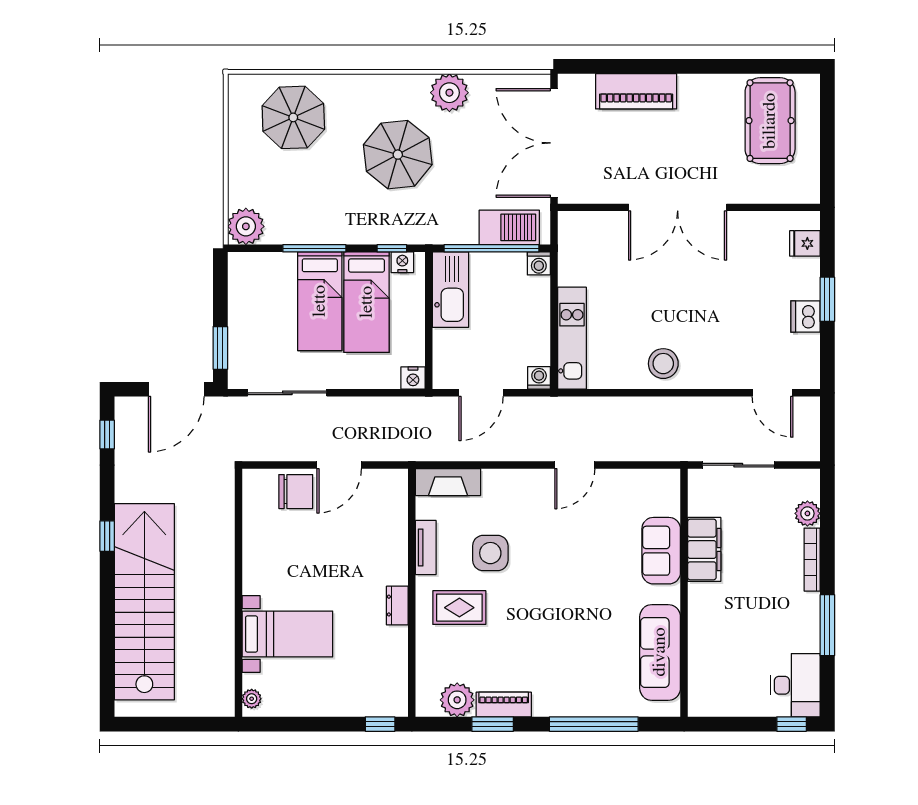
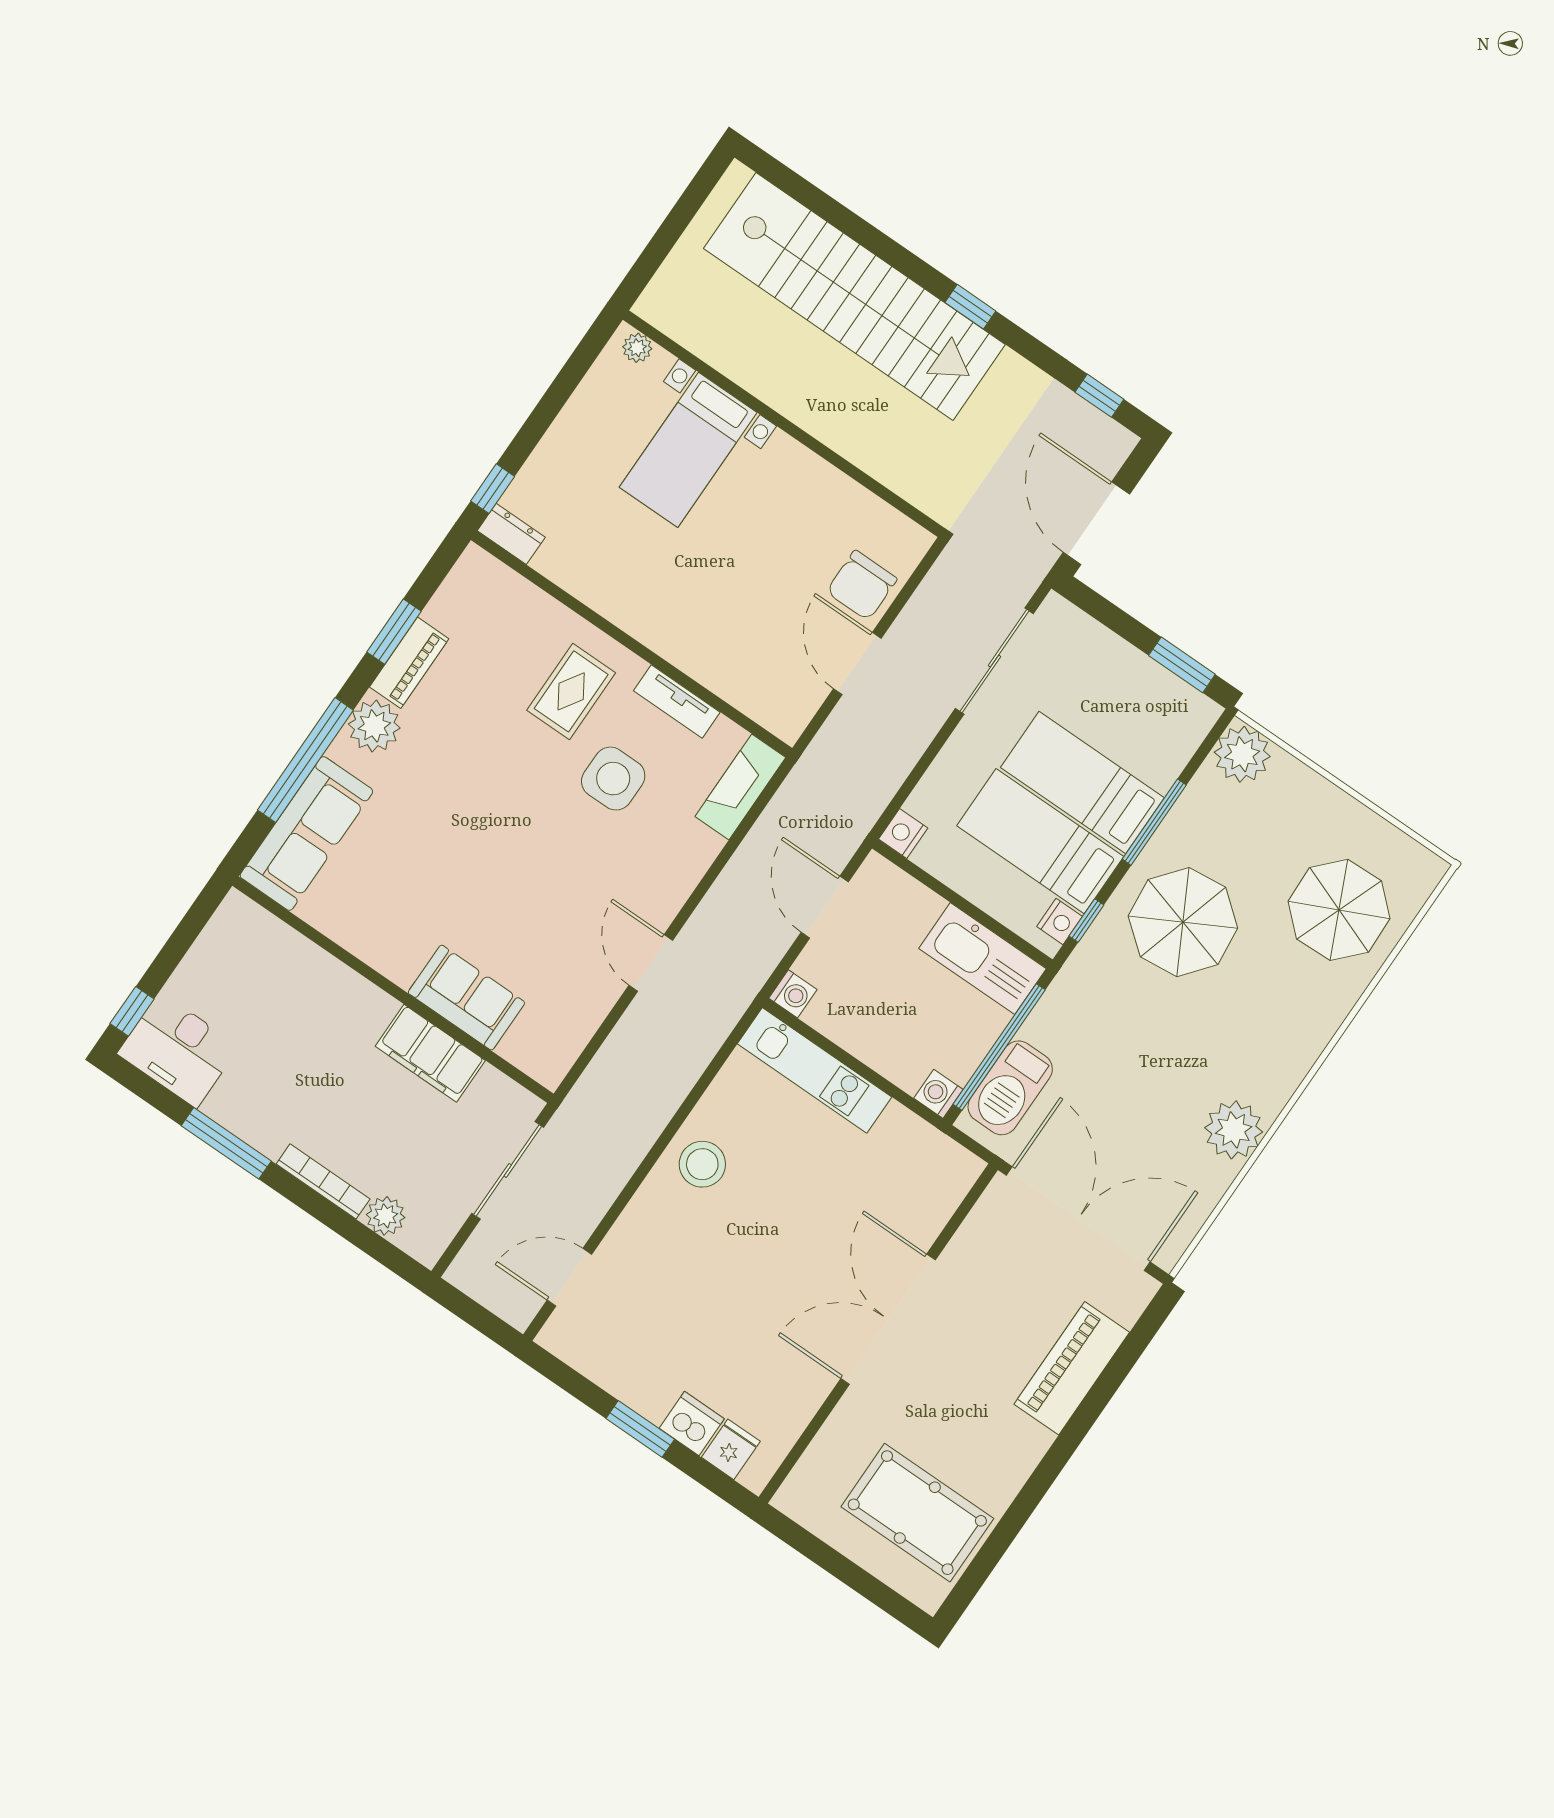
parasol: (398, 155) -> (1183, 922), moved
dishwasher: (805, 316) -> (692, 1423), moved
window: (220, 348) -> (1182, 665), moved
dresser: (397, 606) -> (511, 534), moved
sofa: (660, 652) -> (306, 833), moved, turned 90
plant: (457, 700) -> (374, 726), moved

